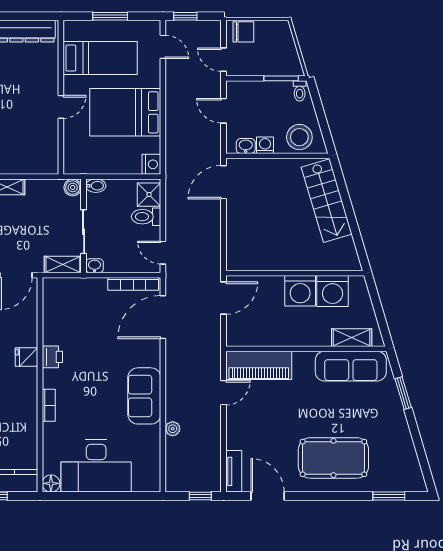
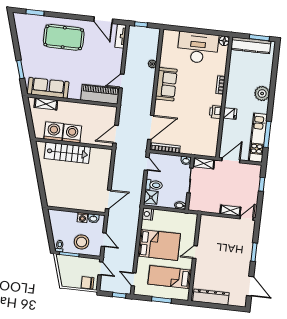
stool: (299, 137) -> (82, 242), moved
boiler: (73, 188) -> (193, 206), removed
stairs: (327, 201) -> (67, 153), moved, turned 107

